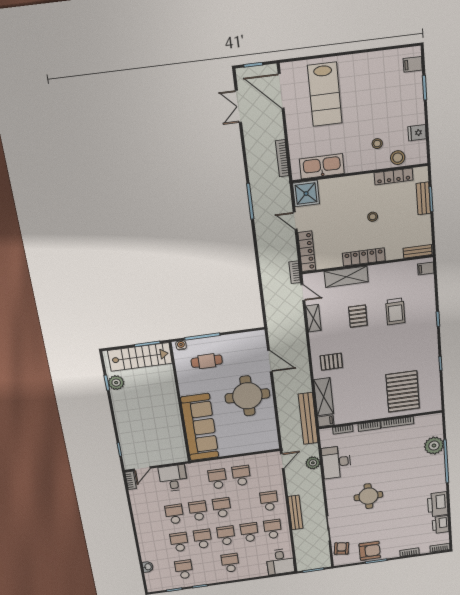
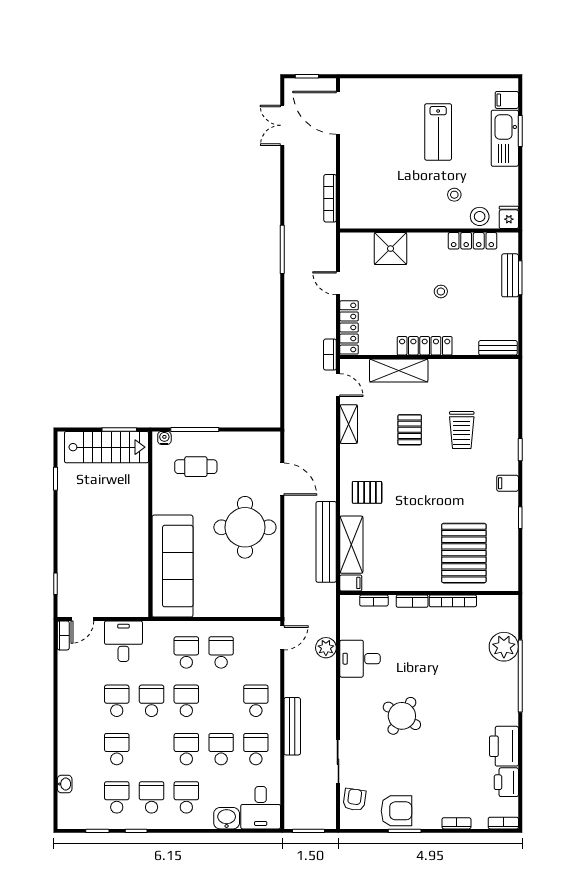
lab bench: (325, 94) -> (438, 132), moved, width x0.73, depth x0.72
fridge: (417, 133) -> (509, 217), moved, turned 90
kitchen sink: (322, 166) -> (505, 138), moved, turned -90
shower: (306, 194) -> (391, 249), moved
filing cabinet: (426, 269) -> (508, 483), moved
plant: (116, 383) -> (68, 481), removed
bench: (308, 418) -> (326, 542), moved
desk: (336, 462) -> (360, 659), width x0.73
round table: (368, 496) -> (402, 716), turned 33
school desk: (203, 539) -> (152, 797), moved
washbasin: (259, 571) -> (227, 818), added

